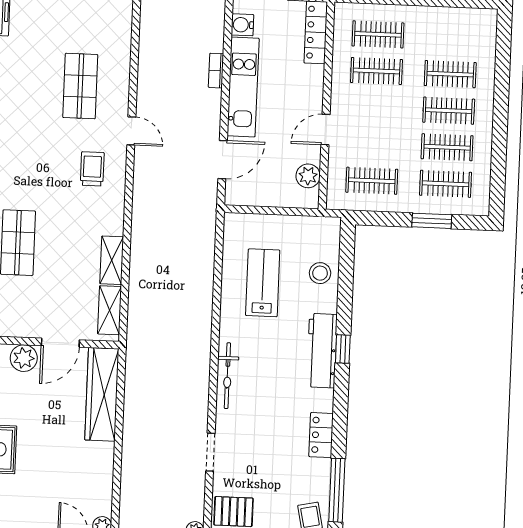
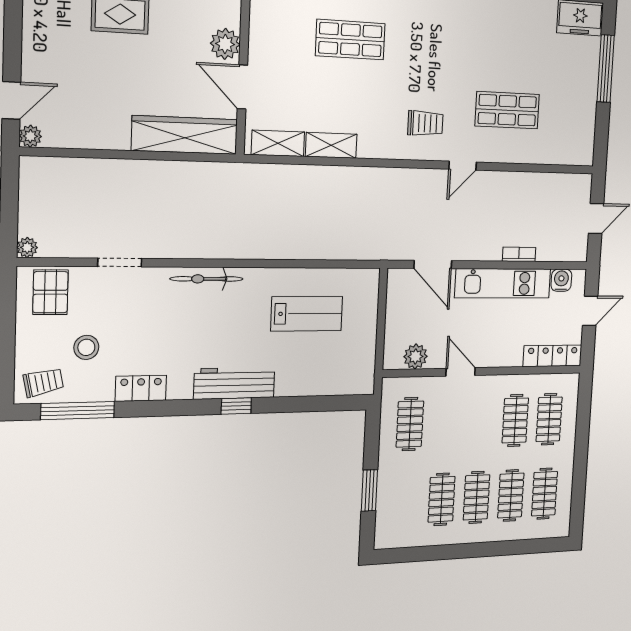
clothes rail: (446, 184) -> (545, 494), moved
stool: (320, 273) -> (86, 347), moved

